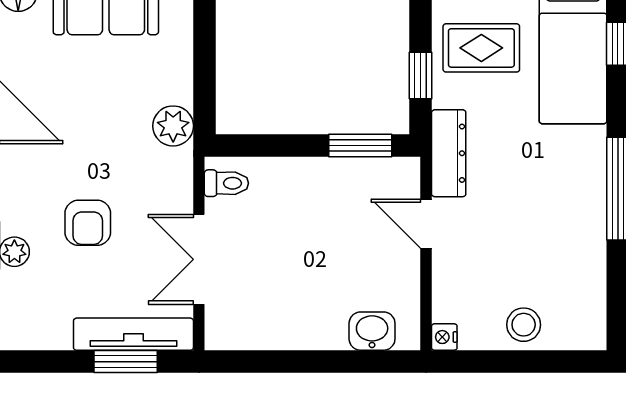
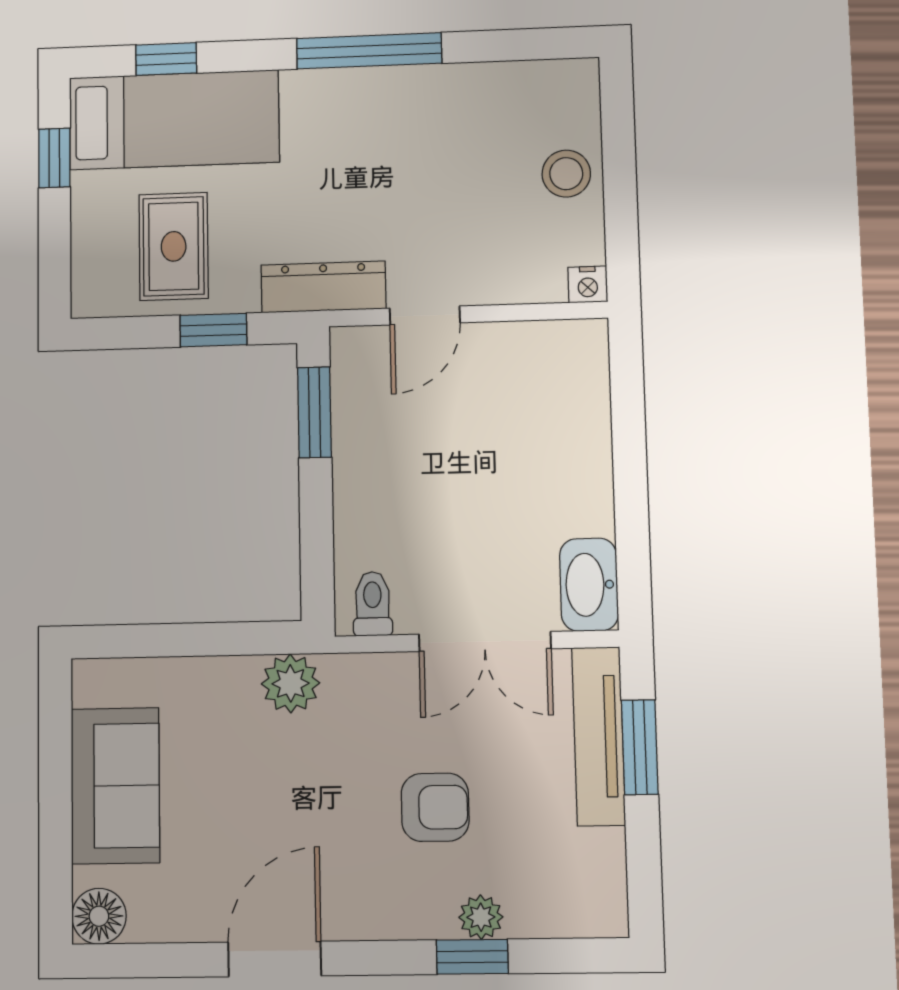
washbasin: (372, 331) -> (589, 585), moved, width x1.38

